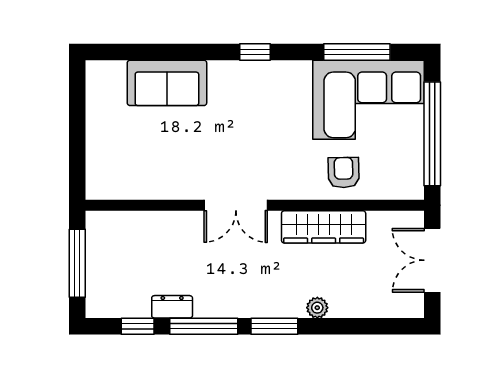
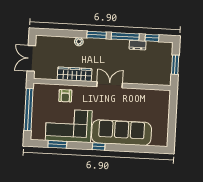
window: (357, 52) -> (57, 144), width x0.69
sofa: (167, 83) -> (121, 133), width x1.85, depth x1.27
corner sofa: (369, 100) -> (69, 126), moved
double door: (432, 260) -> (31, 58), swing flipped
window: (77, 263) -> (175, 65), width x0.69

